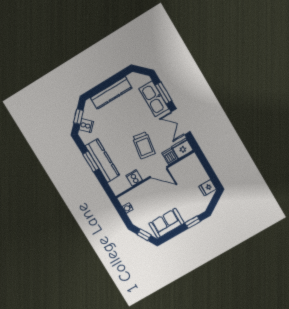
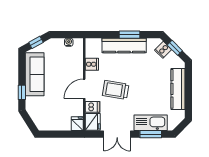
double door: (181, 122) -> (117, 134), swing flipped
fridge: (208, 188) -> (77, 124), moved
sofa: (166, 223) -> (35, 74), width x1.36

